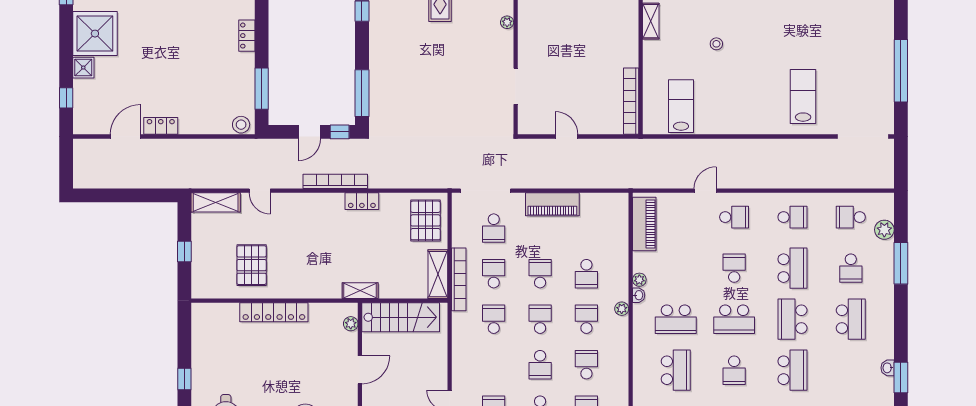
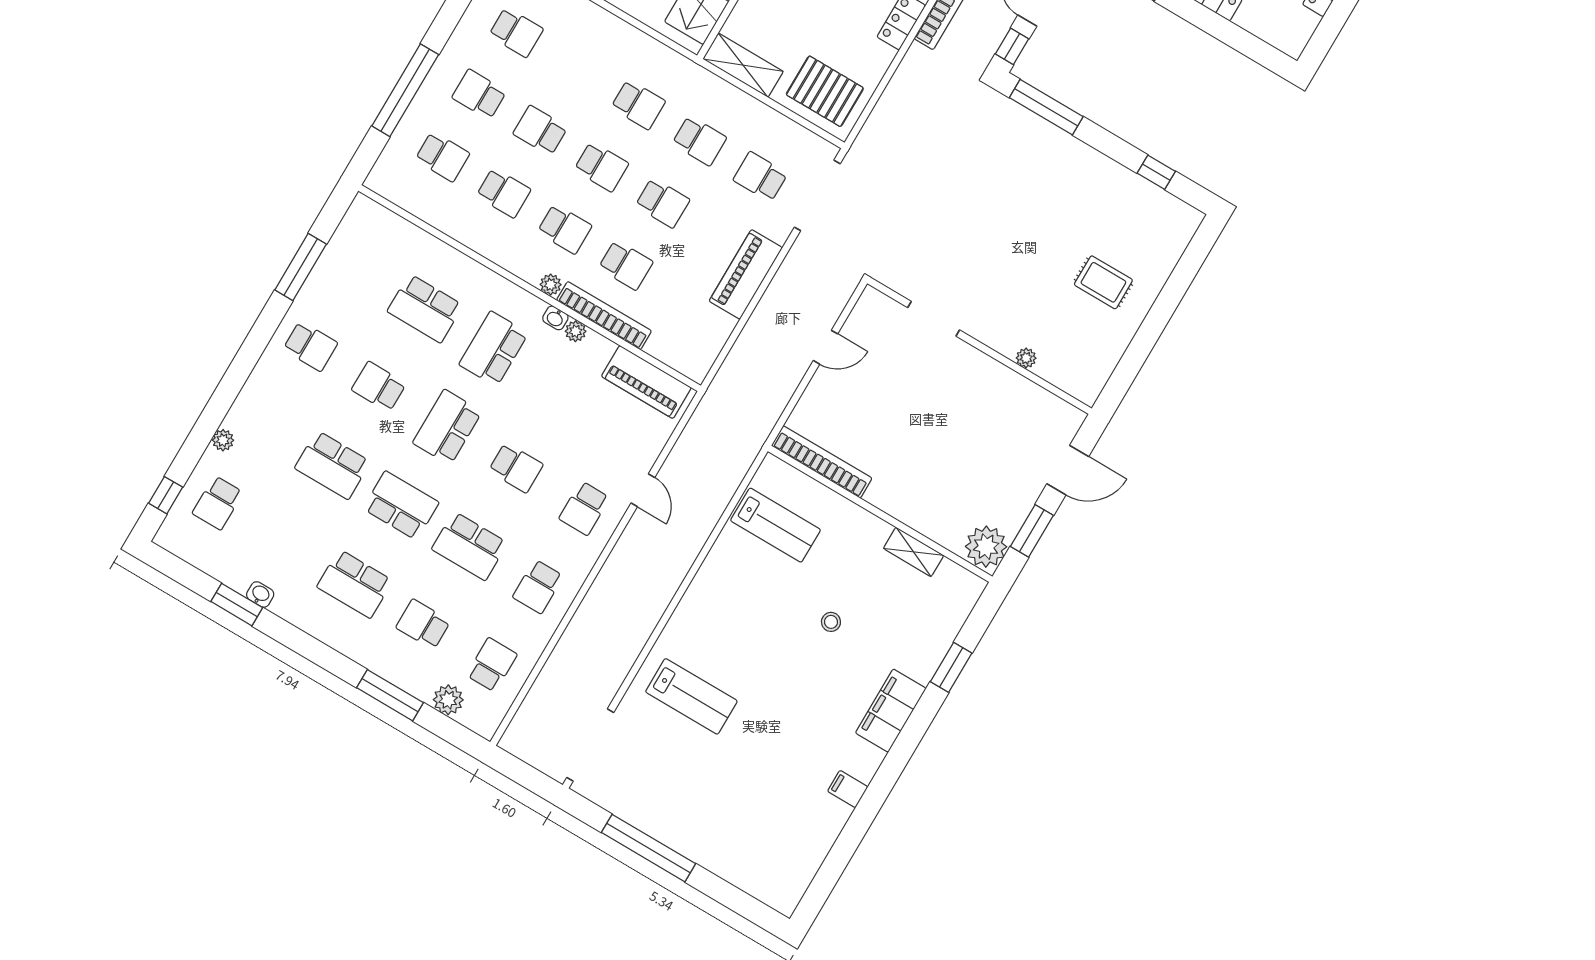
school desk: (586, 274) -> (626, 265), turned 180
bookcase: (459, 279) -> (604, 316), moved, turned 180

